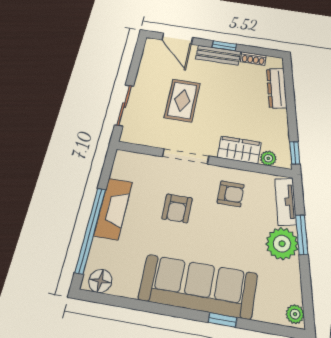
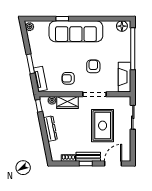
door: (177, 39) -> (113, 163), hinge flipped
dresser: (277, 88) -> (50, 129), moved
rug: (182, 100) -> (103, 126), width x1.36, depth x1.43
fireplace: (113, 209) -> (125, 77), moved
plant: (282, 244) -> (40, 58), removed

